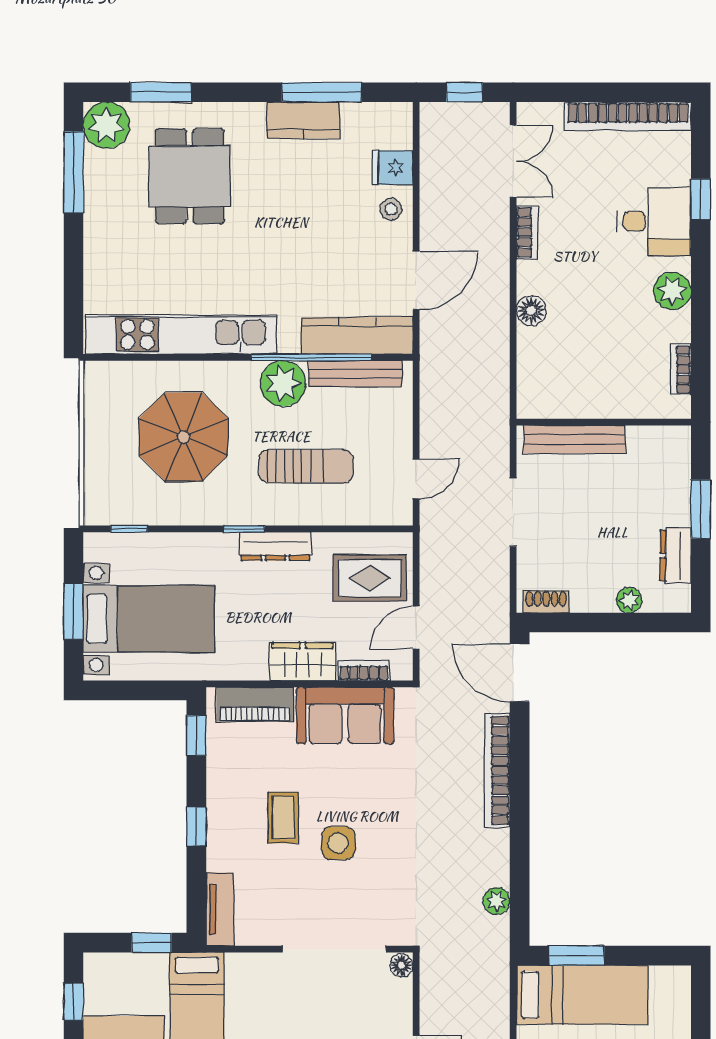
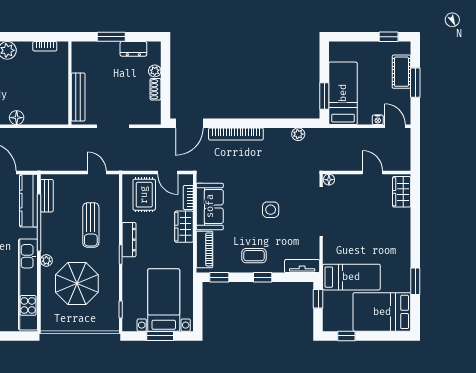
bench: (355, 374) -> (47, 196), width x0.73
plant: (283, 384) -> (46, 261), moved, width x0.53, depth x0.53
sun lounger: (306, 466) -> (91, 225), turned 180
shoe rack: (546, 602) -> (155, 89), moved
coffee table: (283, 818) -> (254, 256), moved

